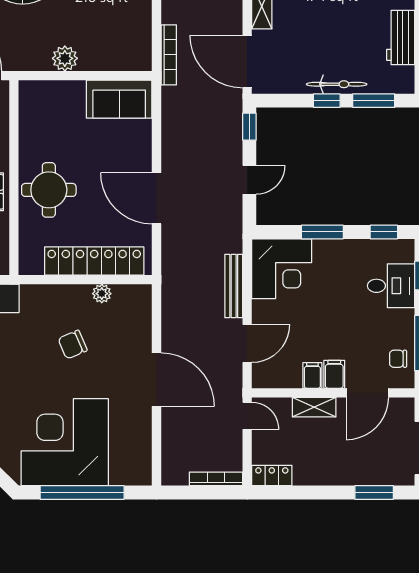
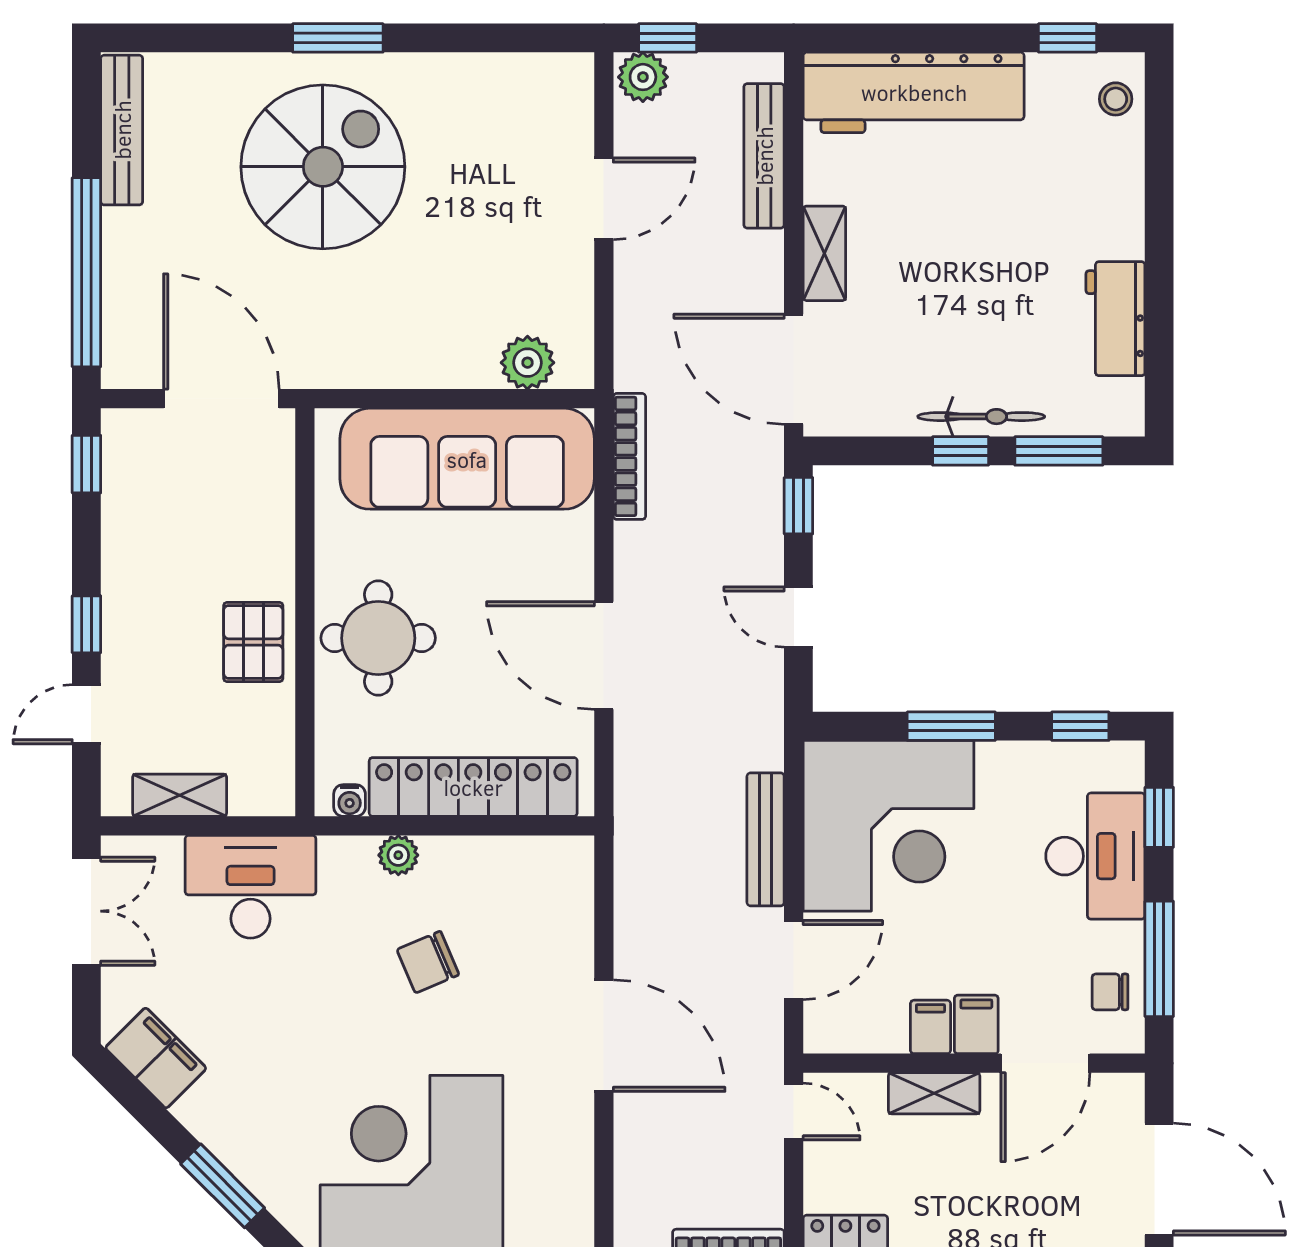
bookcase: (169, 55) -> (629, 456), moved
plant: (65, 58) -> (527, 363), moved
sofa: (119, 99) -> (467, 459), width x1.85, depth x1.27
door: (249, 180) -> (798, 617), swing flipped
water cooler: (35, 267) -> (350, 801), added
corner desk: (282, 269) -> (889, 826), width x1.36, depth x1.36
desk: (391, 286) -> (1095, 856), width x1.37
plant: (102, 294) -> (398, 855), moved

